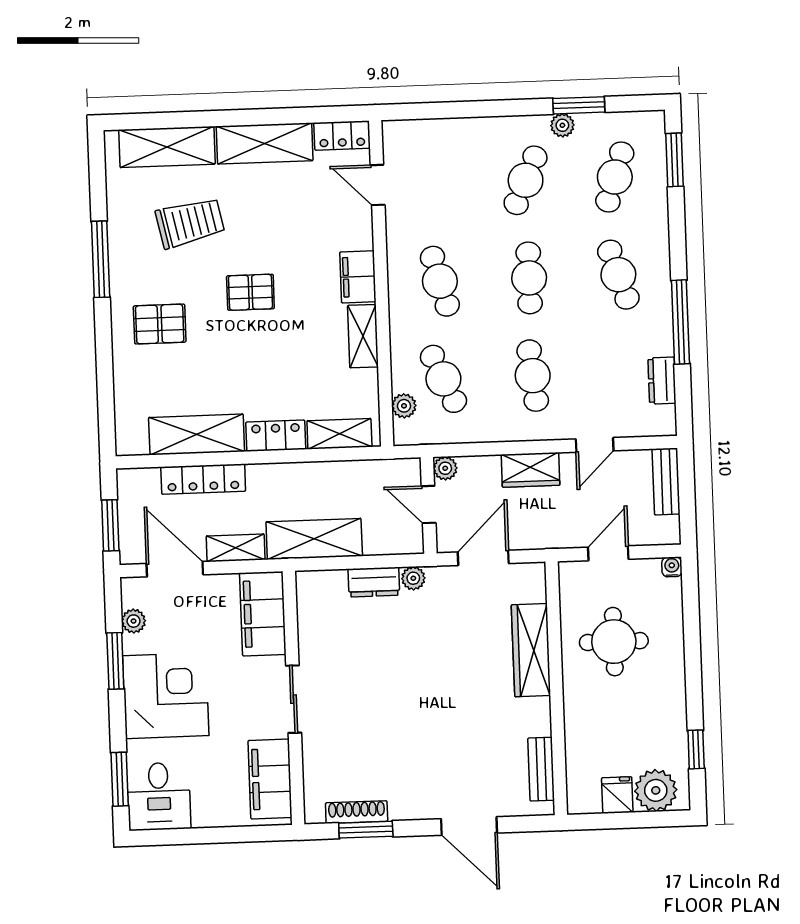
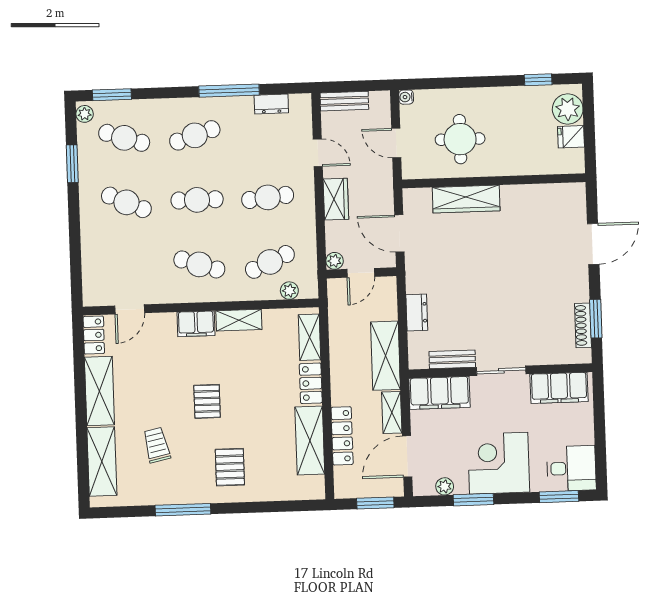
plant: (562, 125) -> (85, 114), moved
trolley: (190, 223) -> (157, 445), width x0.73, depth x0.72
cafe table: (440, 281) -> (199, 264), turned 33
plant: (413, 578) -> (414, 284), removed
bench: (541, 769) -> (452, 359), moved

